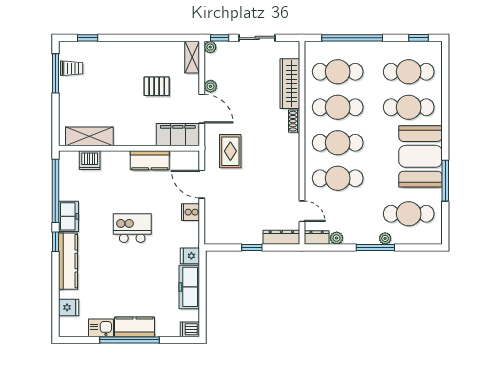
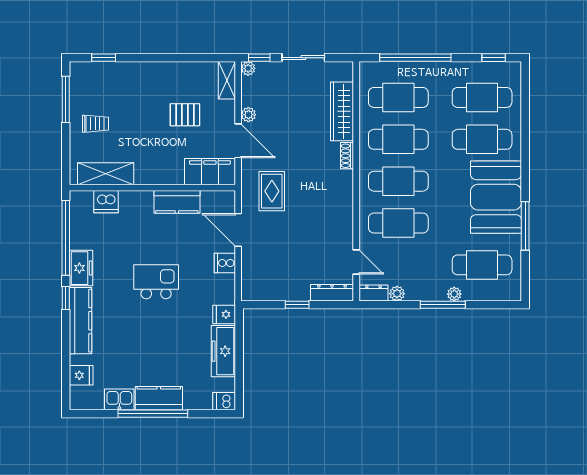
trolley: (72, 68) -> (96, 124), moved

